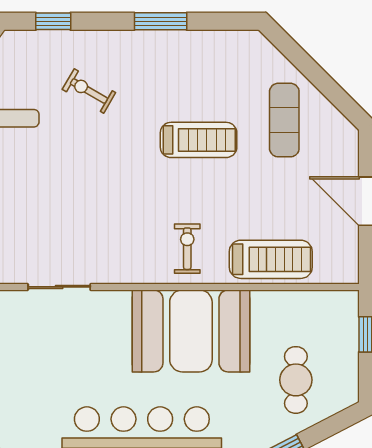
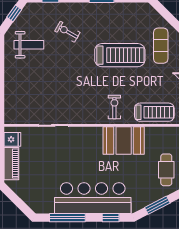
treadmill: (199, 140) -> (120, 55), width x1.37, depth x1.38
booth: (191, 331) -> (124, 141), width x0.73, depth x0.70

